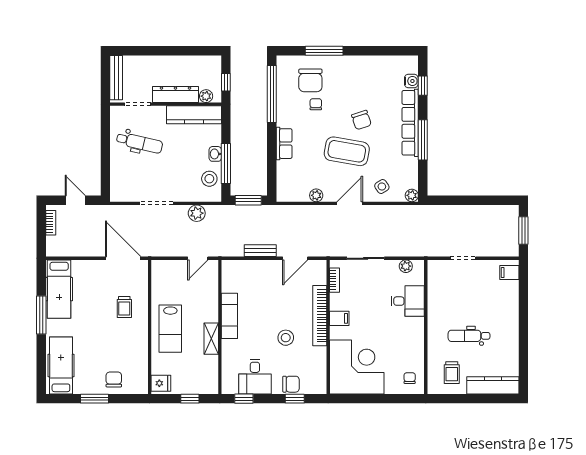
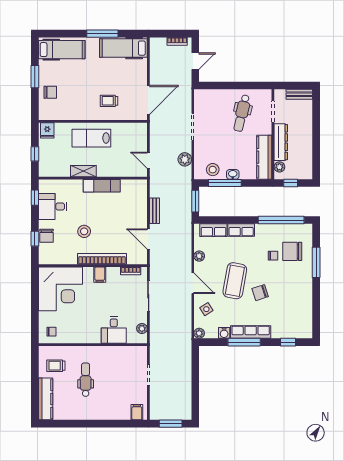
bench: (116, 78) -> (299, 94), width x0.73
water cooler: (411, 81) -> (224, 333), moved
row of seats: (410, 123) -> (251, 332), width x0.73
row of seats: (284, 178) -> (213, 230), added

